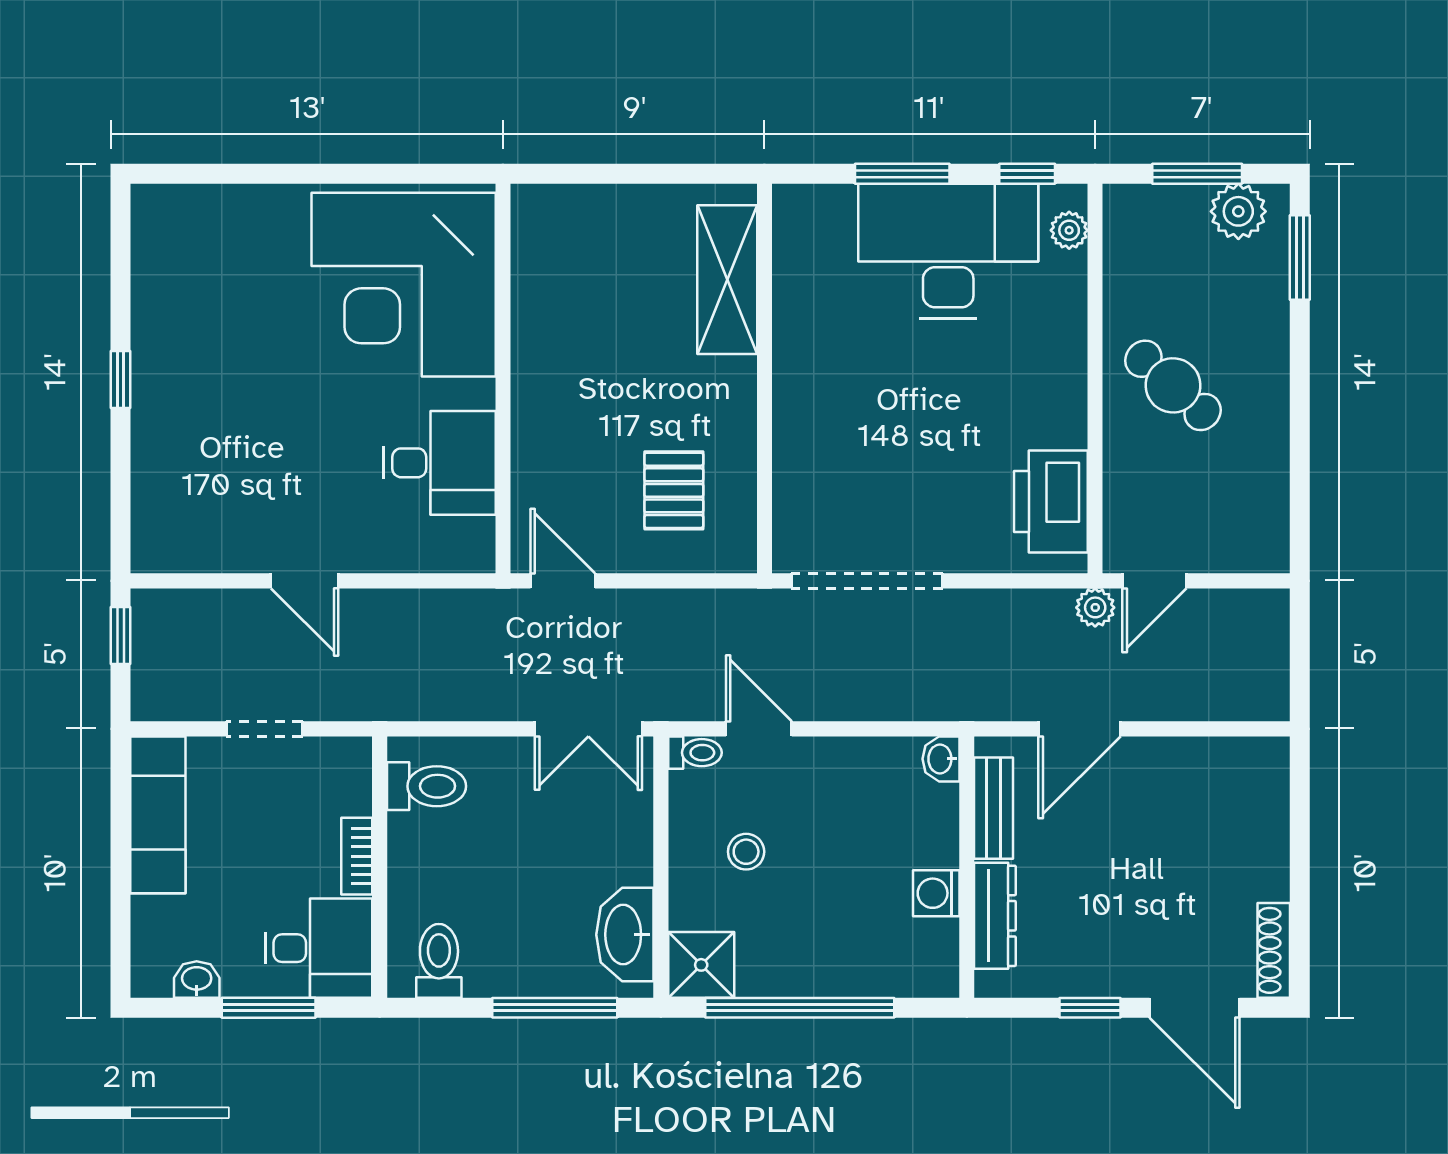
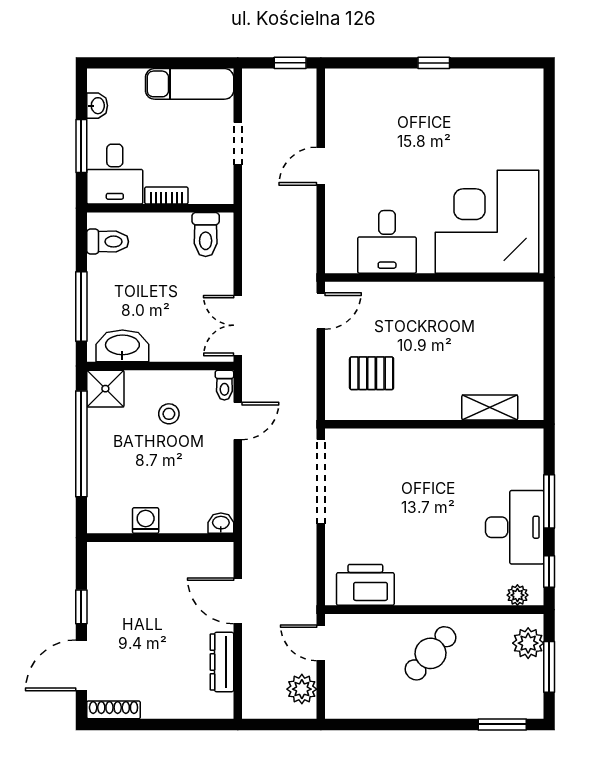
plant: (1238, 211) -> (528, 643), moved
desk: (948, 251) -> (515, 527), width x0.73, depth x0.77
shelving: (727, 280) -> (490, 407), width x0.67, depth x0.75
plant: (1095, 607) -> (302, 689), moved, width x1.38, depth x1.38
bench: (994, 808) -> (193, 553), removed
dresser: (995, 916) -> (222, 662), moved, turned 90

